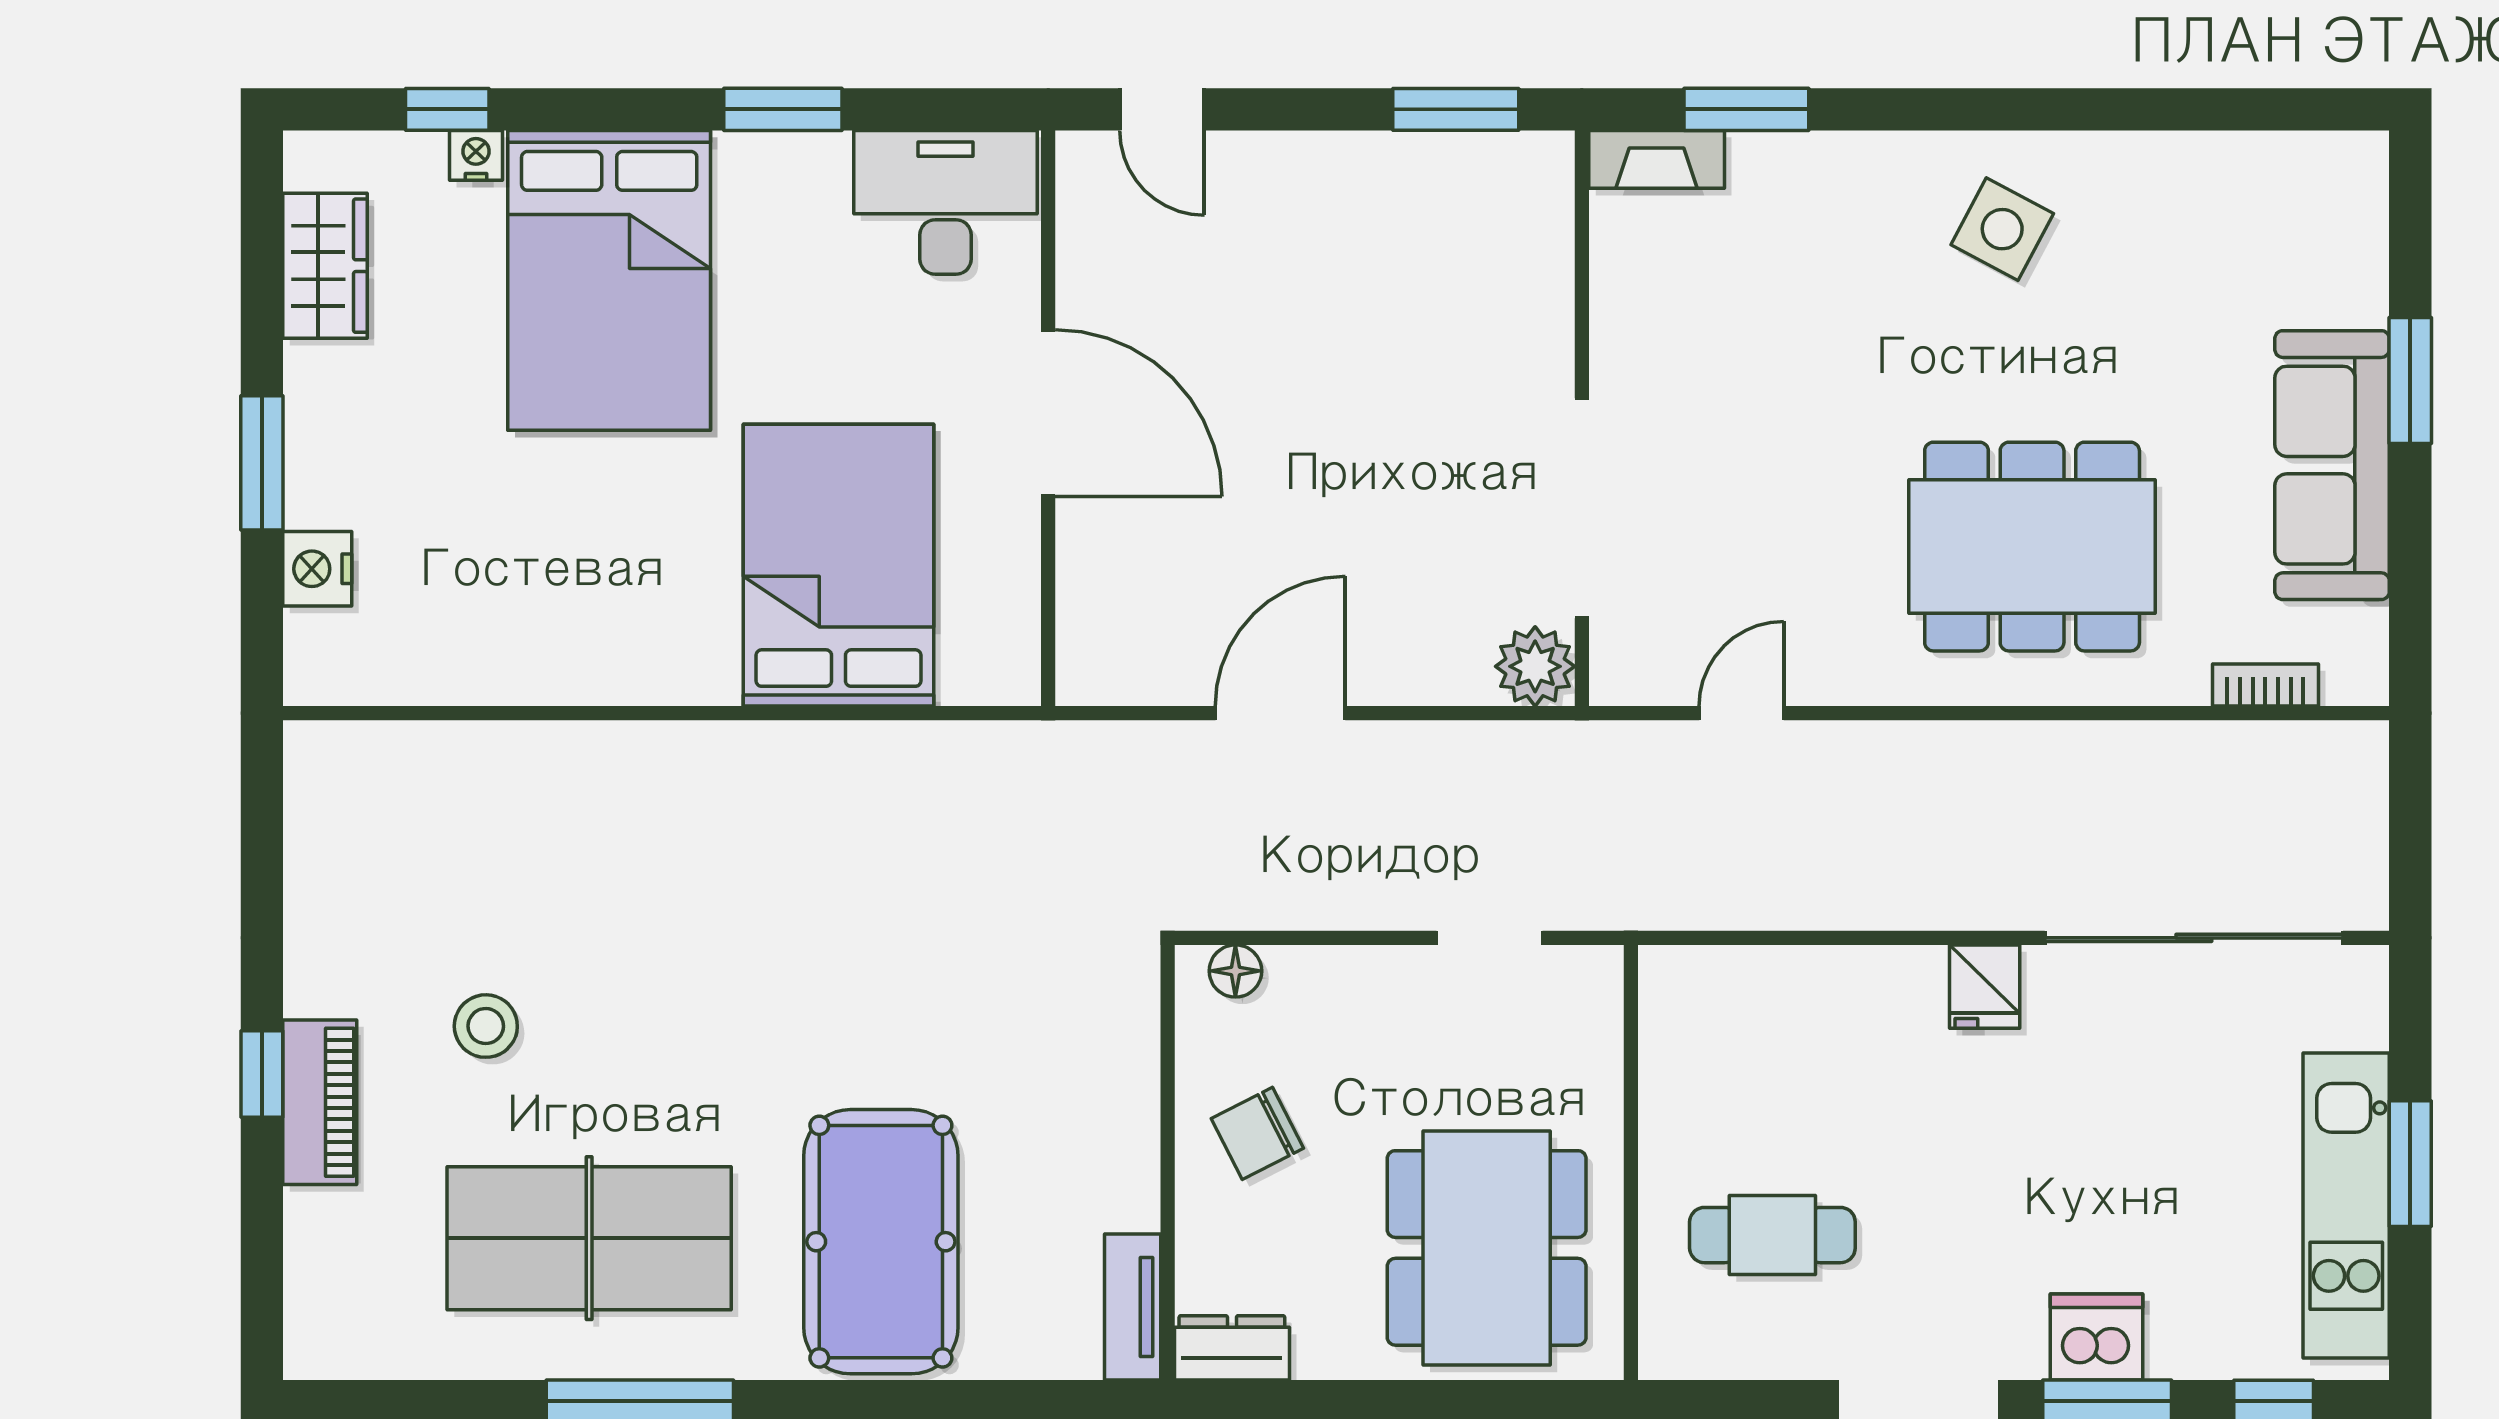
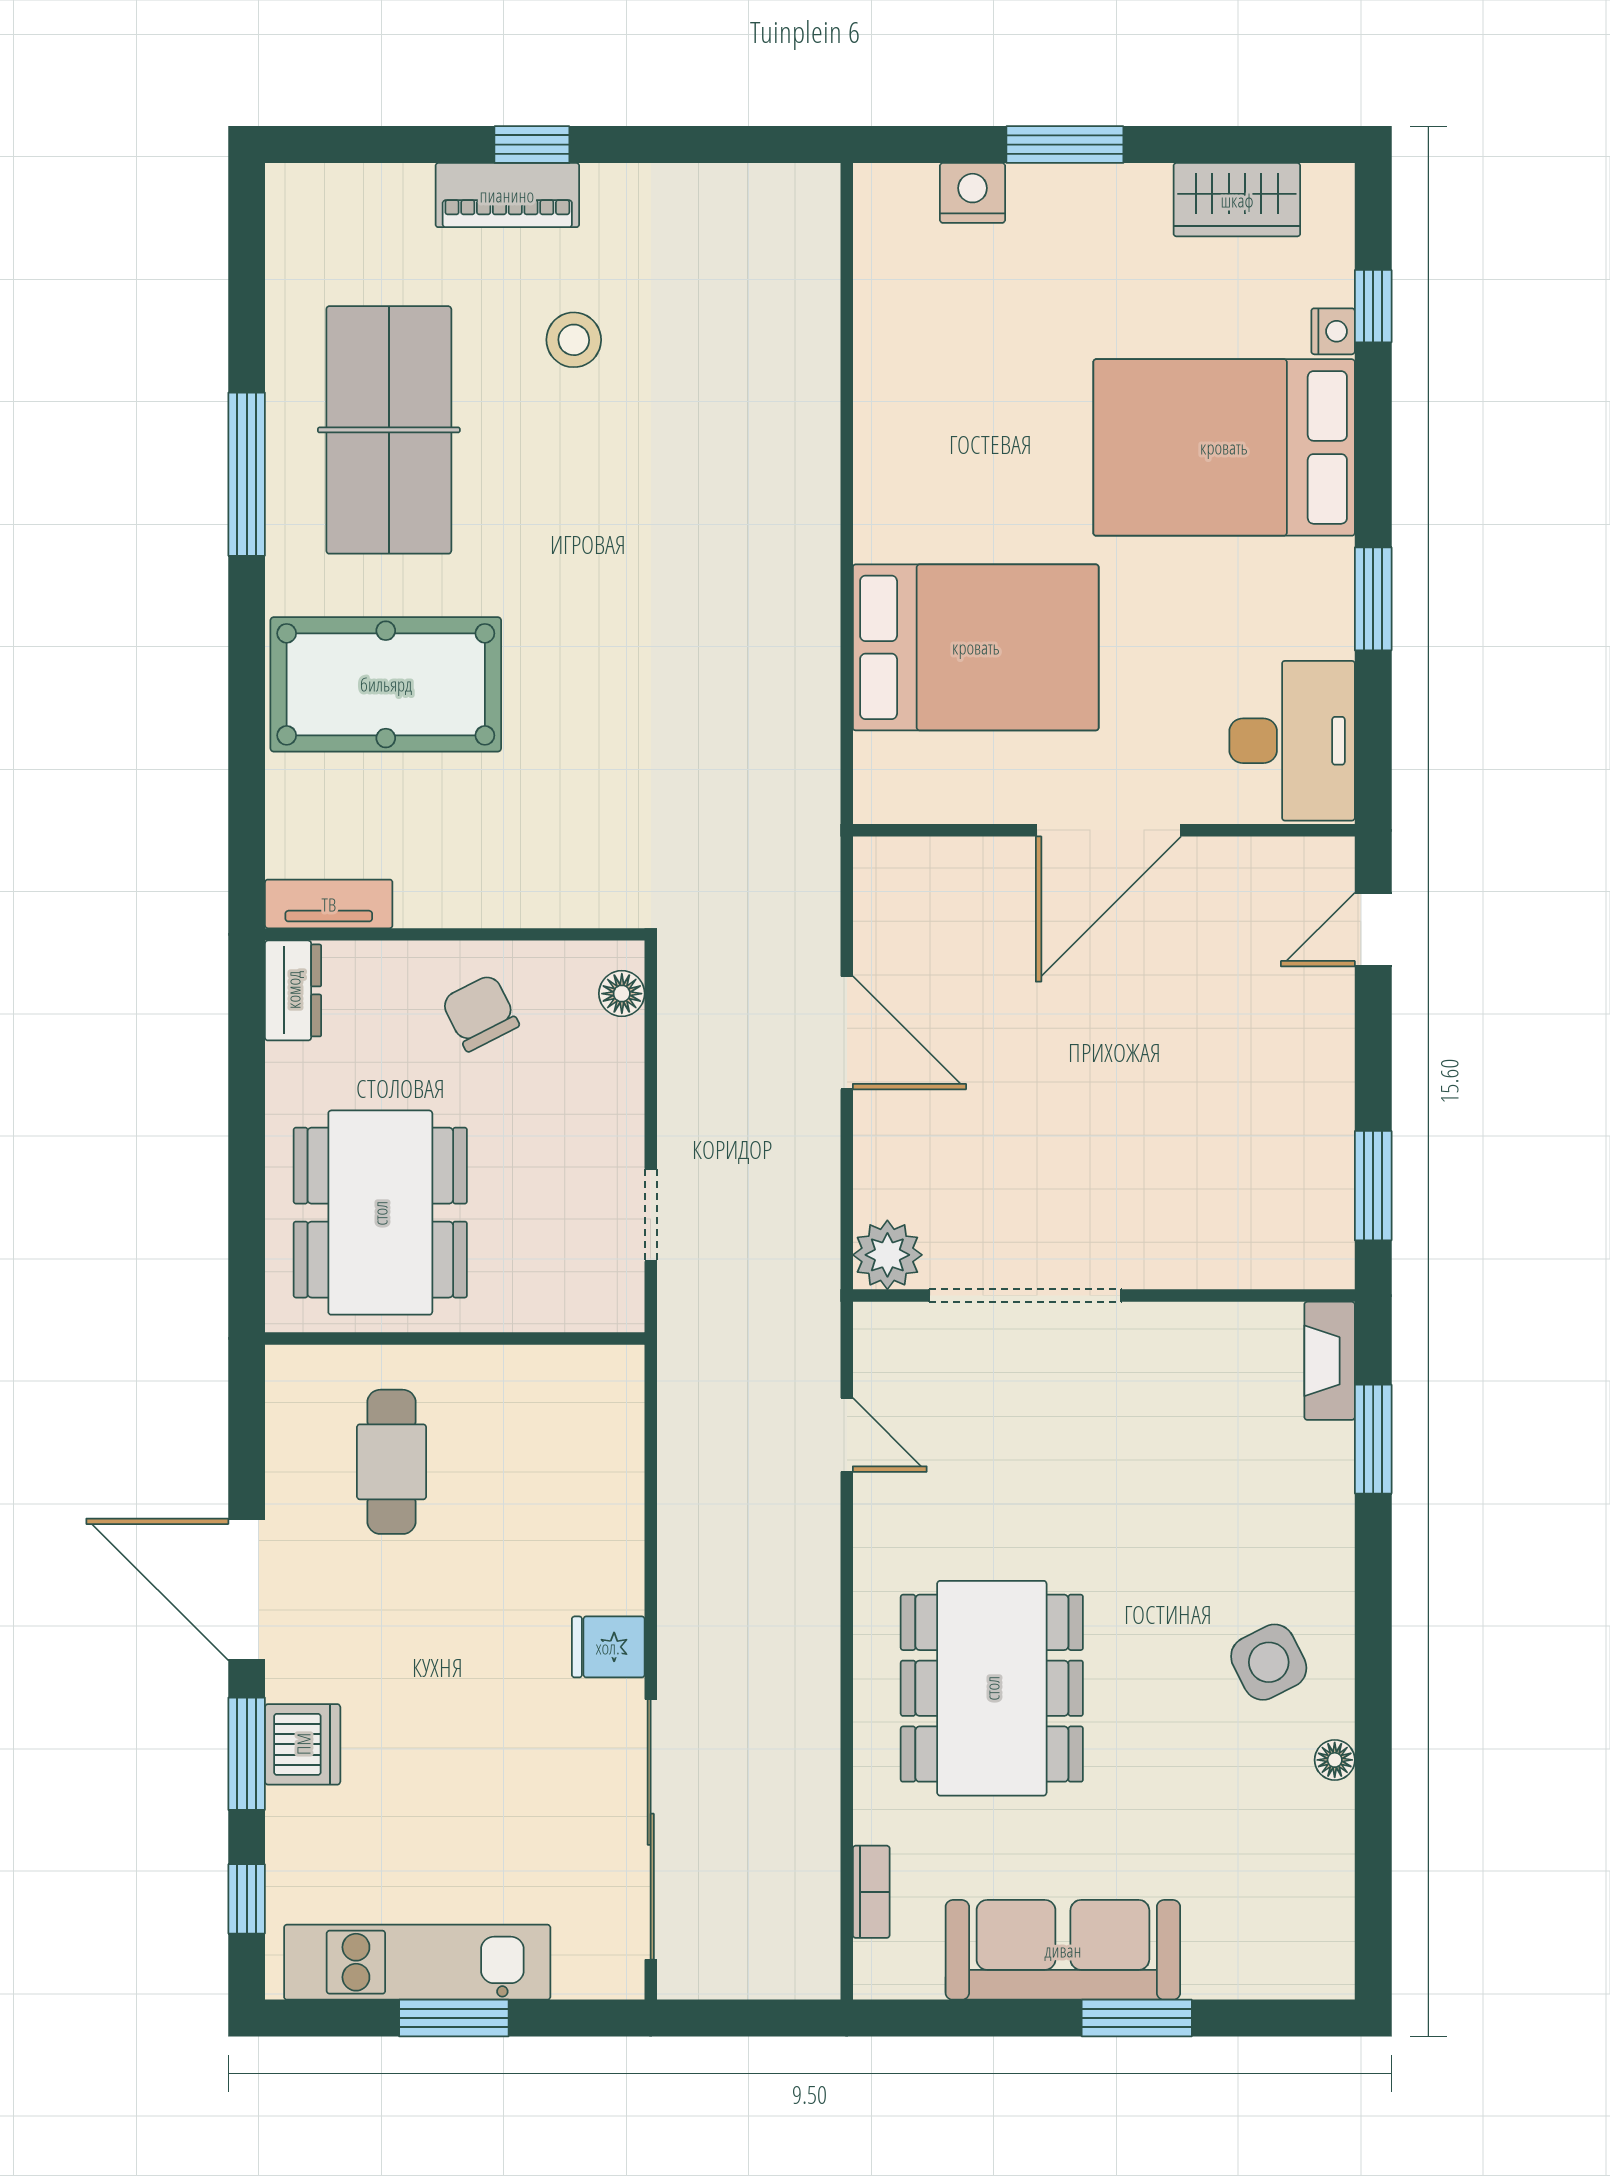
floor lamp: (2114, 153) -> (1335, 1760), added
side table: (2002, 229) -> (1269, 1662), turned 35
dining table: (1487, 1248) -> (380, 1213), turned 90

